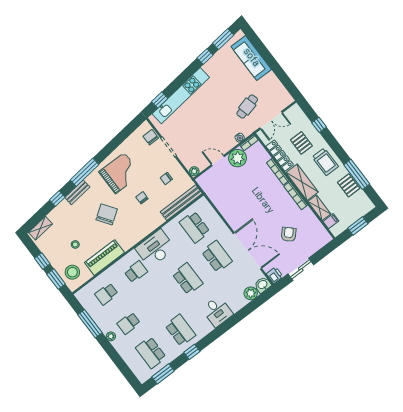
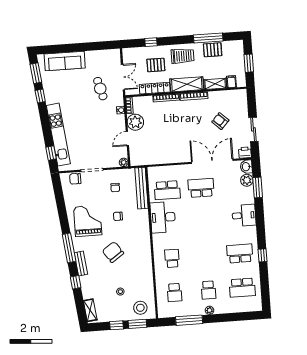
desk: (155, 248) -> (163, 217), moved
piano: (105, 258) -> (145, 275), removed
school desk: (187, 279) -> (204, 222), removed
window: (163, 374) -> (258, 188), moved

